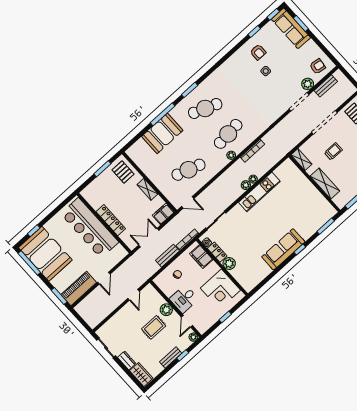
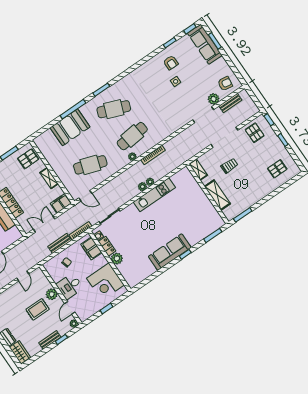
pallet: (123, 172) -> (28, 159), turned 90

